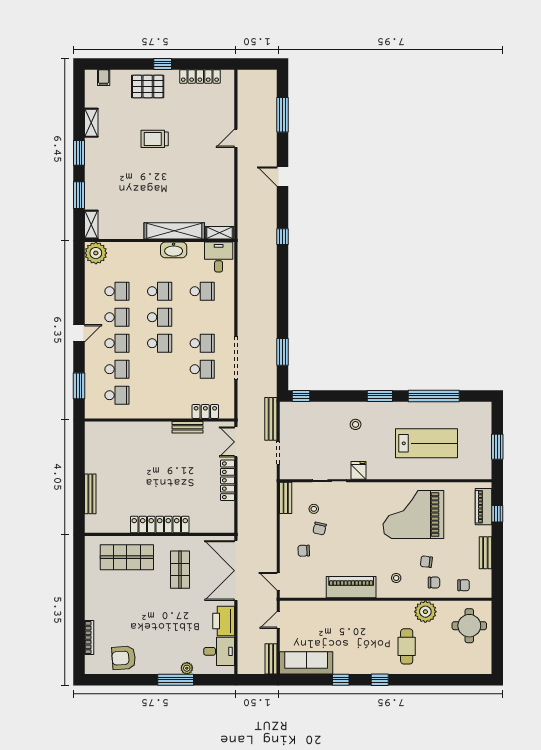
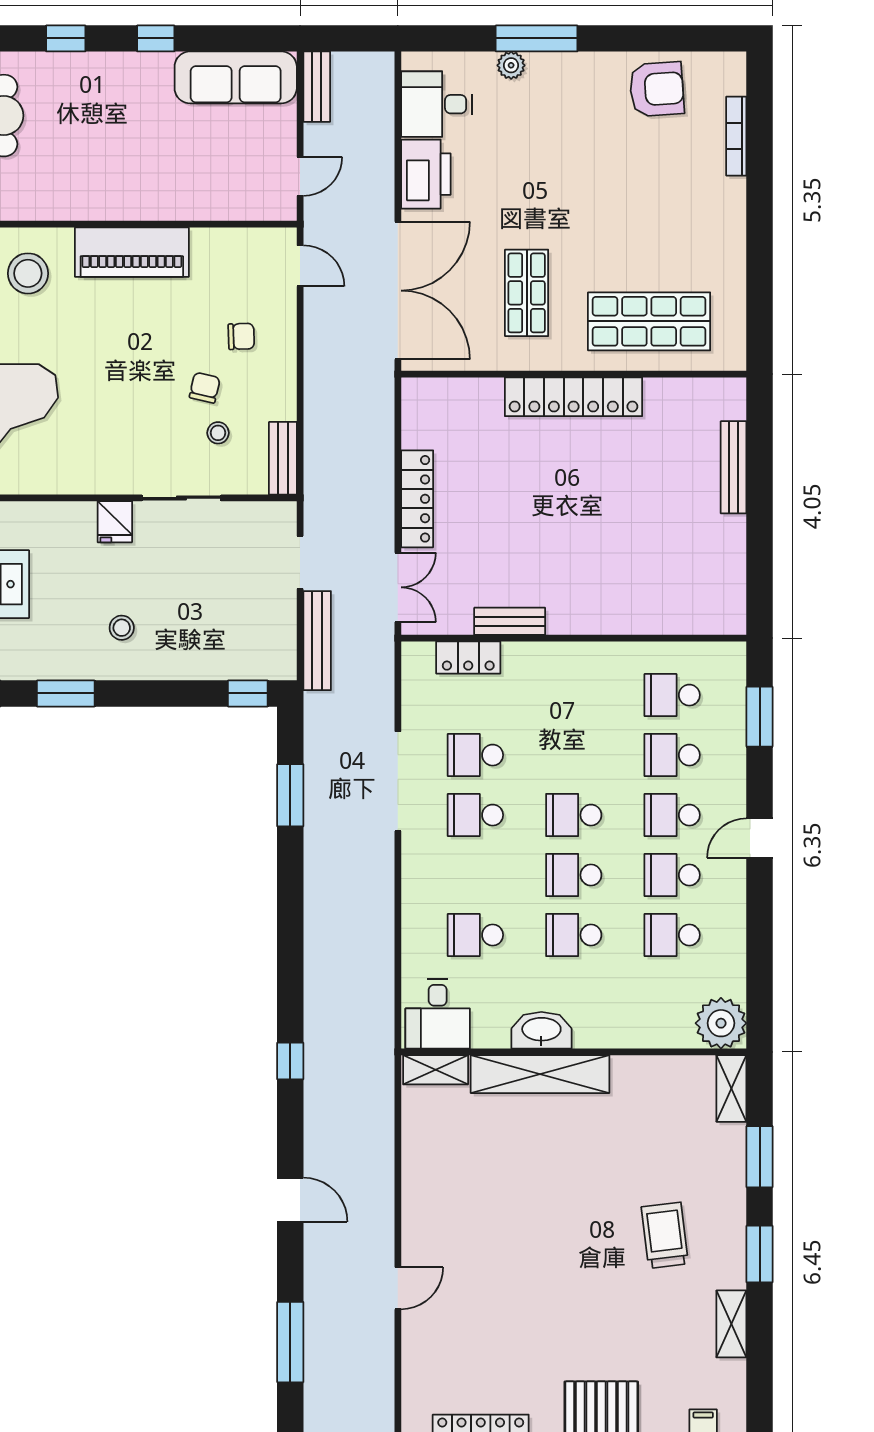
trolley: (155, 139) -> (665, 1235), moved, turned -97
stool: (396, 578) -> (28, 273), width x1.89, depth x1.89

